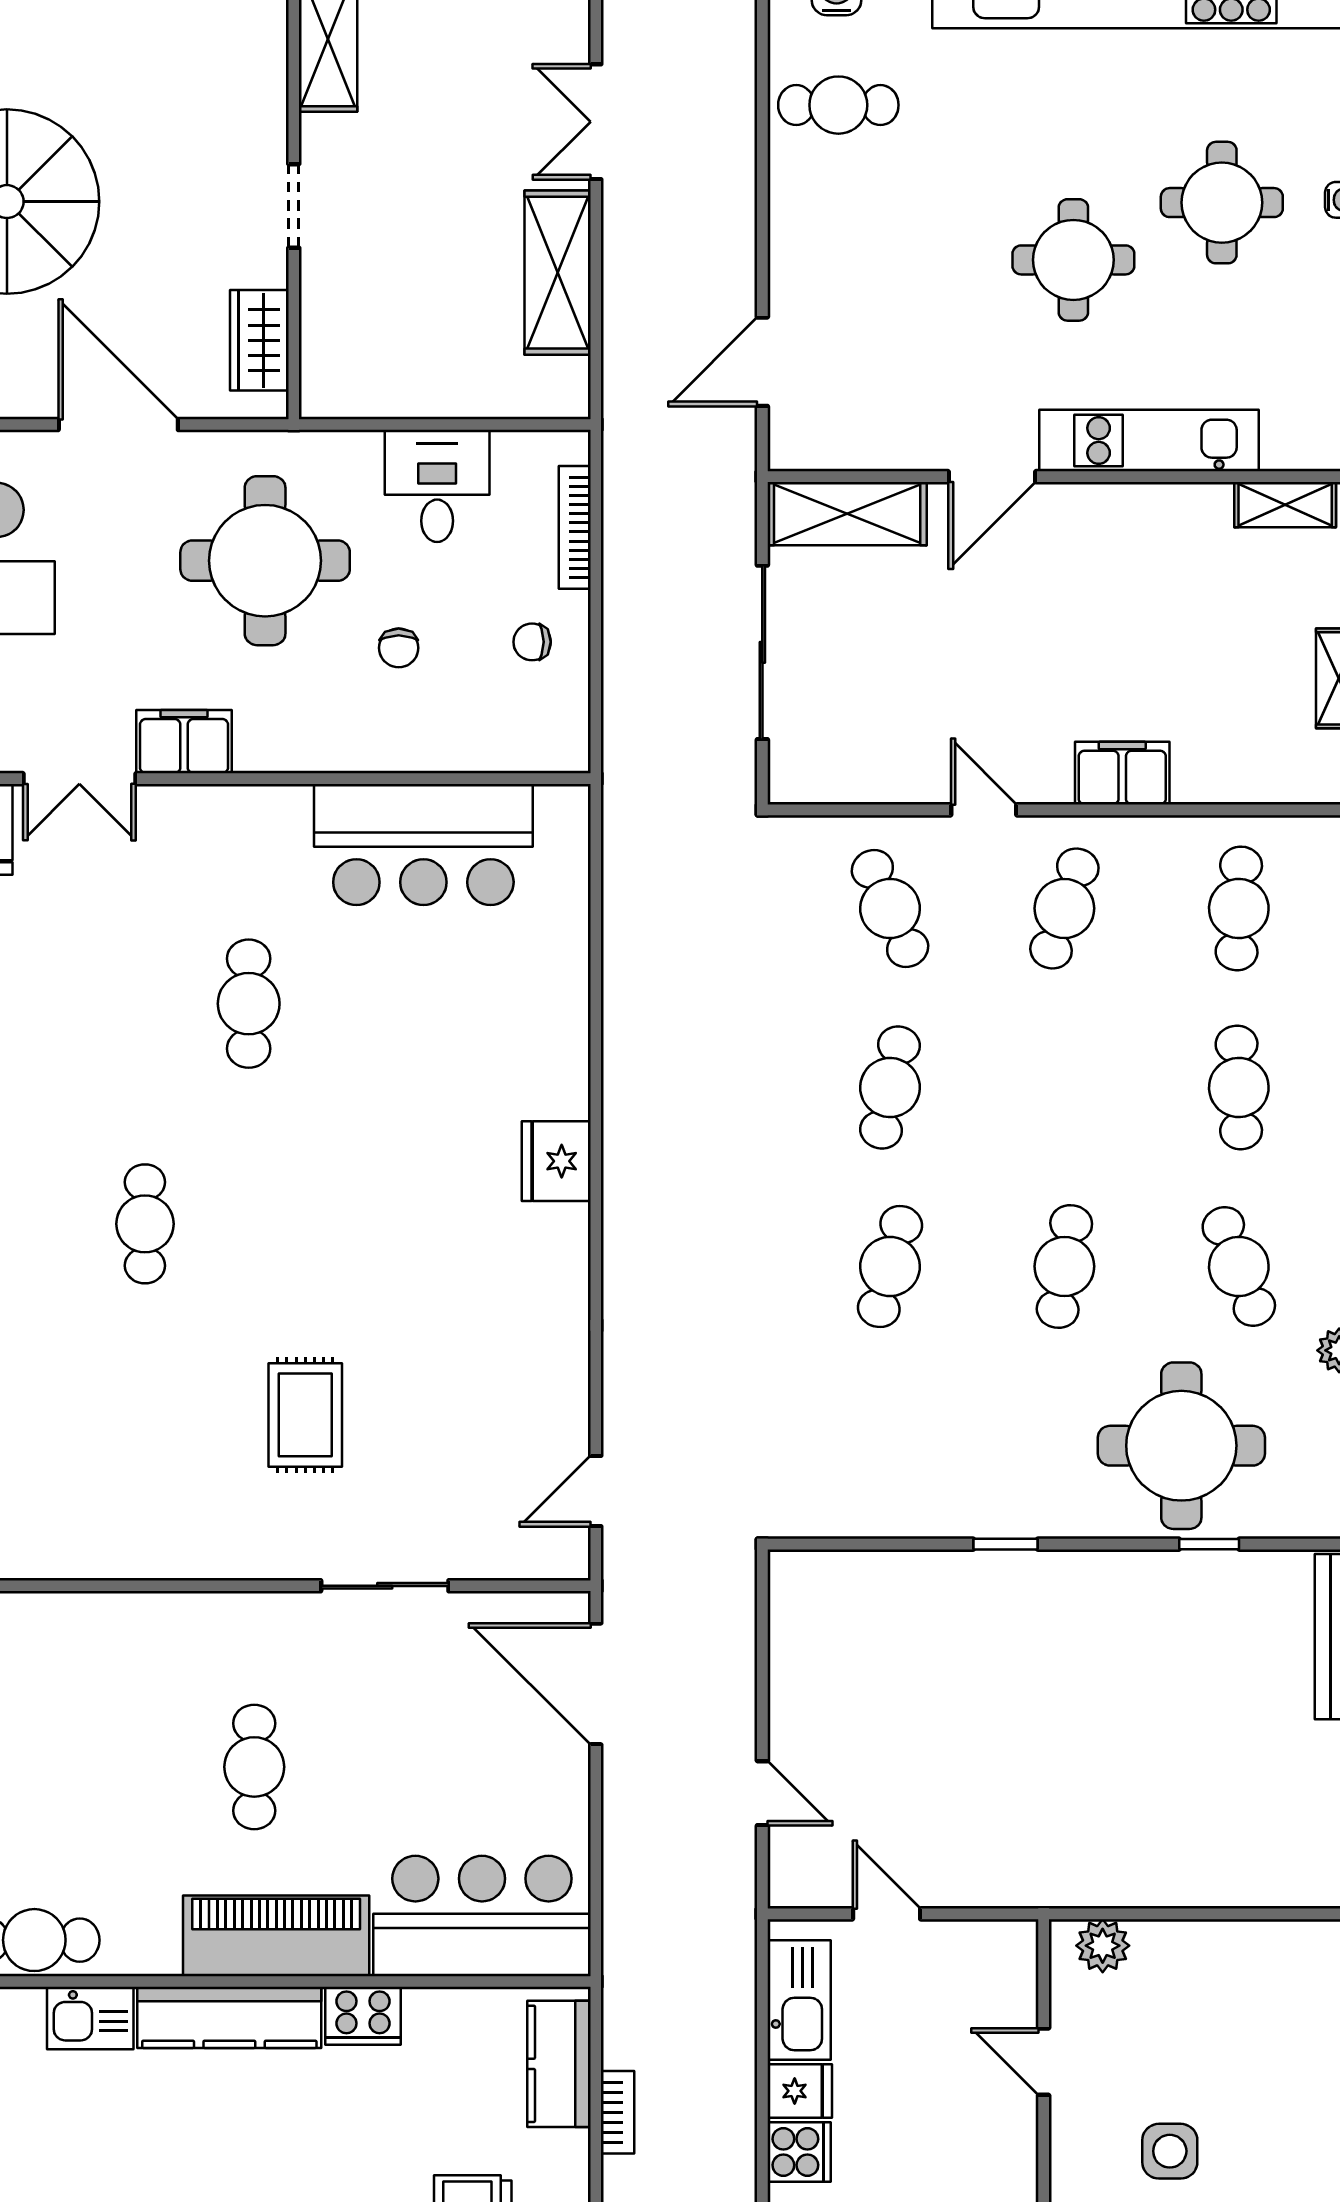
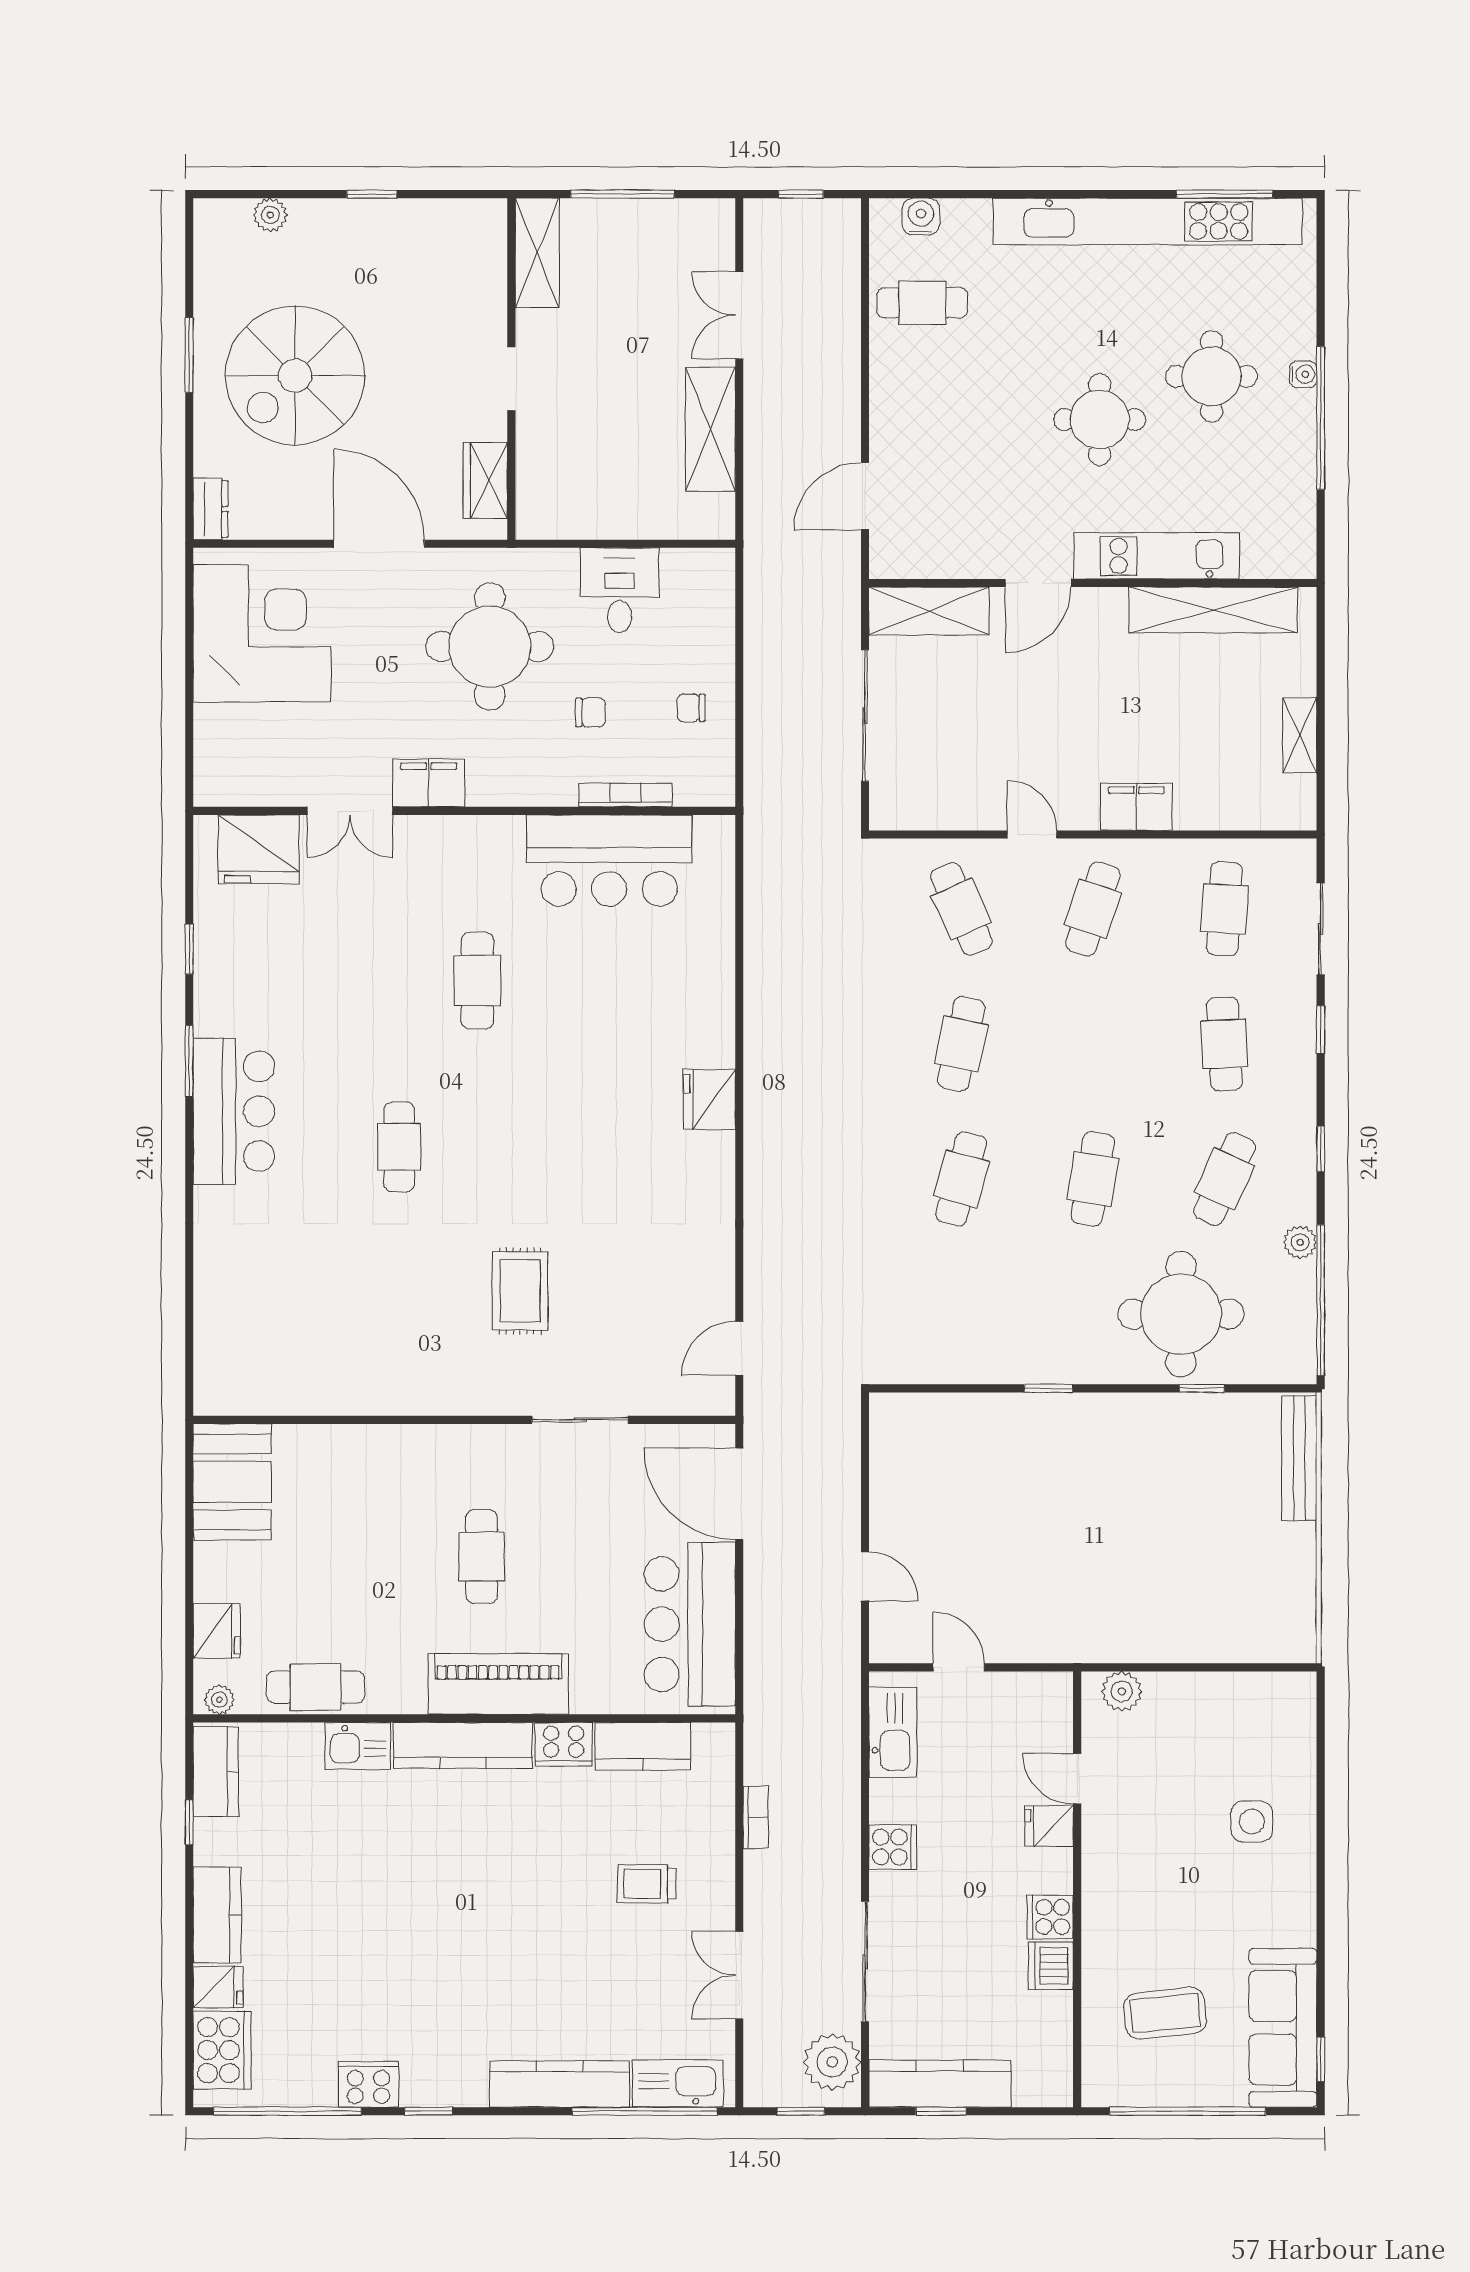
shelving: (1285, 505) -> (1213, 610), width x2.20, depth x1.33
bookcase: (575, 527) -> (625, 795), moved, turned 90
chair: (399, 648) -> (591, 712), turned -90
cafe table: (1239, 1266) -> (1224, 1179), turned 45
bar counter: (482, 1916) -> (690, 1624), moved, turned -90
kitchen counter: (559, 2064) -> (643, 1746), moved, turned -90
fridge: (800, 2091) -> (1049, 1826), moved, turned 180
side table: (1170, 2151) -> (1252, 1821), moved

